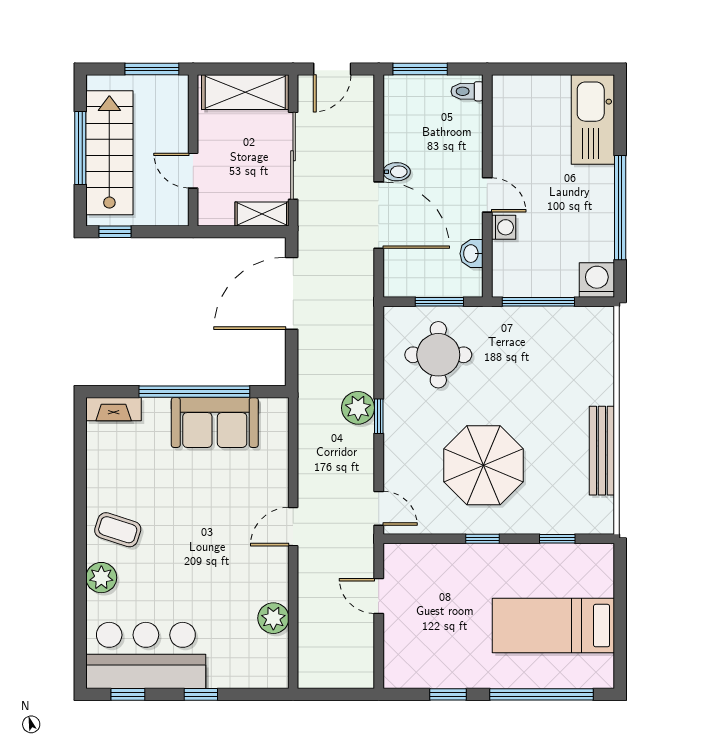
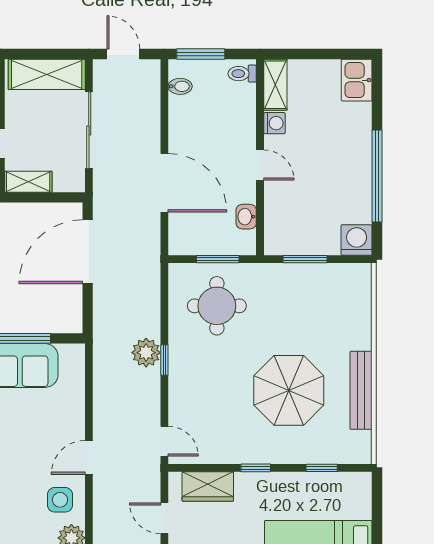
door: (332, 69) -> (123, 54), swing flipped
shelving: (505, 104) -> (275, 85), added
kitchen sink: (593, 120) -> (357, 80), width x0.53, depth x0.81
bidet: (397, 172) -> (180, 86), moved
shelving: (262, 214) -> (28, 182), moved
washing machine: (504, 227) -> (274, 123), moved
window: (538, 302) -> (305, 259), width x0.69
parasol: (483, 465) -> (289, 390), moved
wardrobe: (428, 560) -> (208, 487), added
side table: (260, 575) -> (60, 500), added

